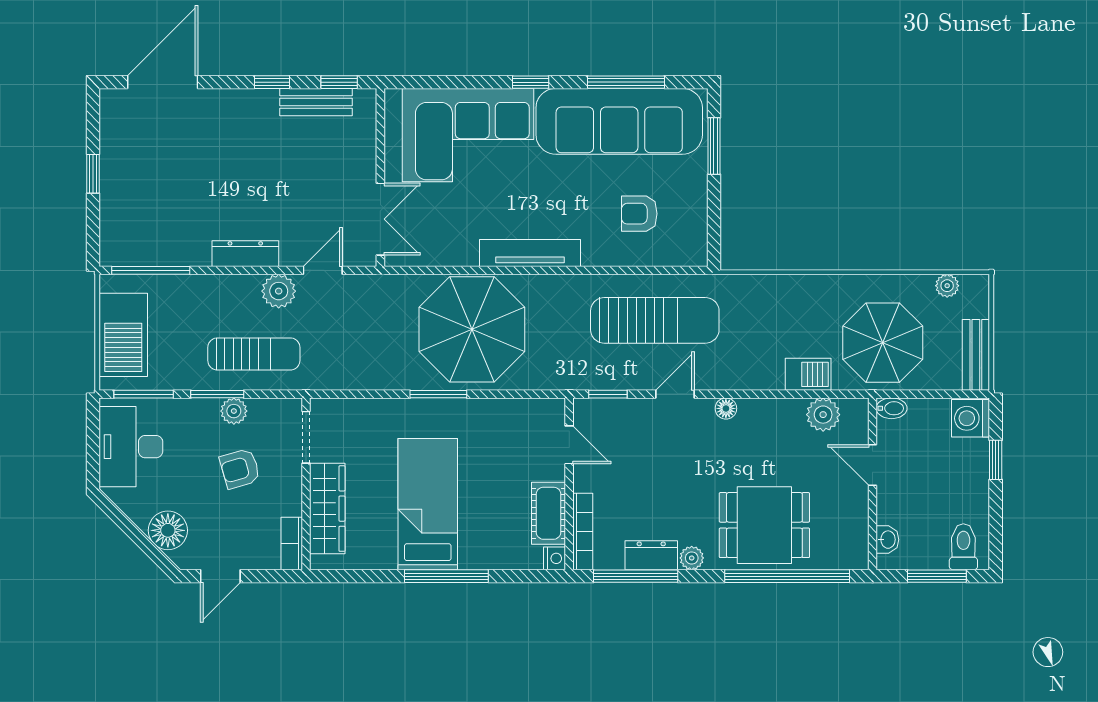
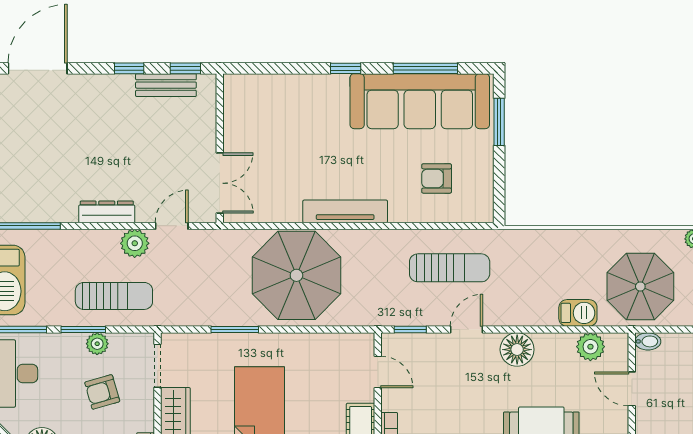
corner sofa: (468, 135) -> (293, 113), removed
sun lounger: (655, 320) -> (450, 268), width x0.73, depth x0.75
window: (438, 394) -> (235, 330), moved
floor lamp: (726, 408) -> (517, 350), width x1.89, depth x1.89

